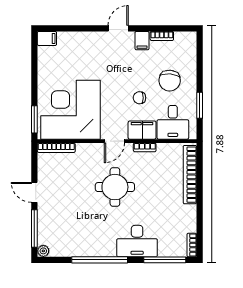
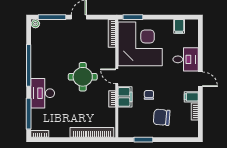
filing cabinet: (47, 38) -> (179, 26), moved
desk: (173, 122) -> (186, 59), moved, turned 180

